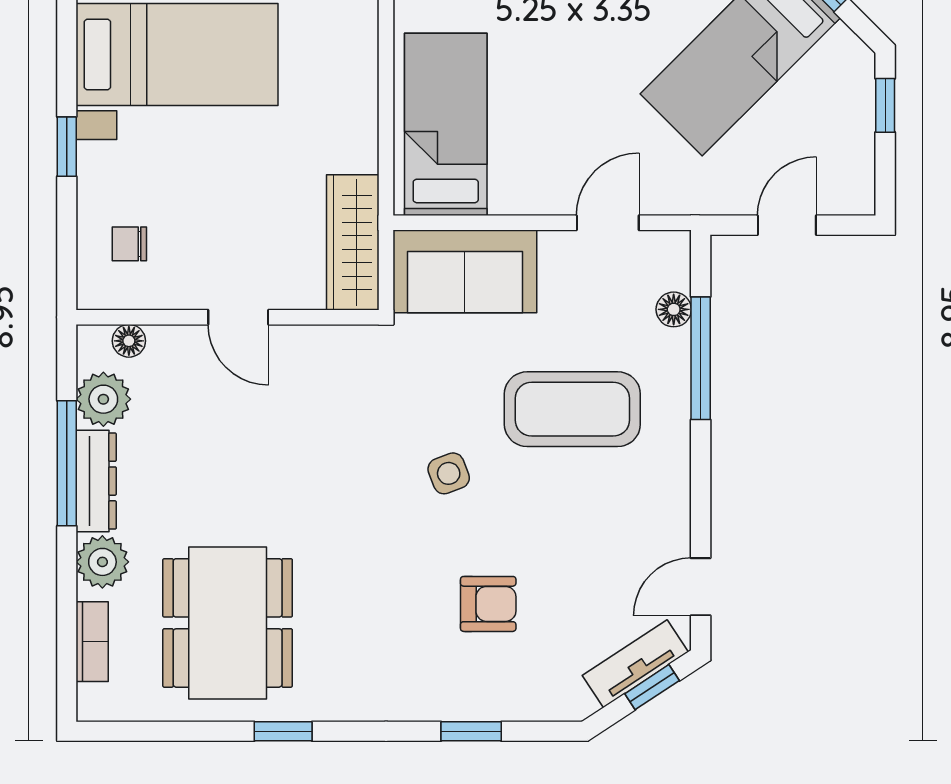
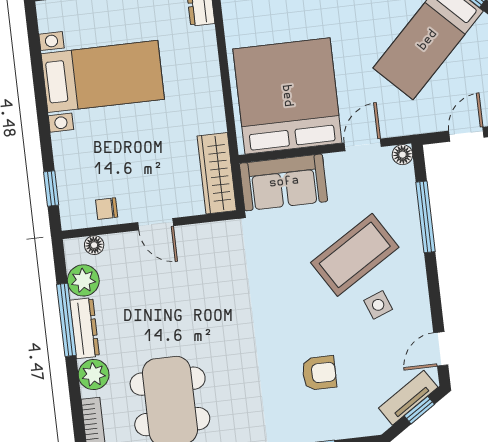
bed: (446, 124) -> (287, 96), width x2.04
window: (67, 147) -> (51, 189), moved
chair: (129, 244) -> (107, 209), moved
floor lamp: (674, 309) -> (402, 155), moved
coffee table: (572, 409) -> (355, 255), turned -32
side table: (449, 473) -> (378, 305), moved

